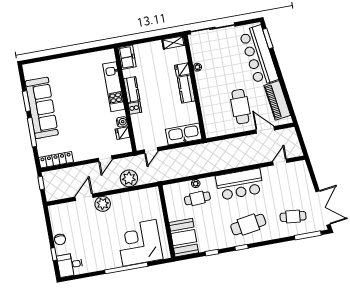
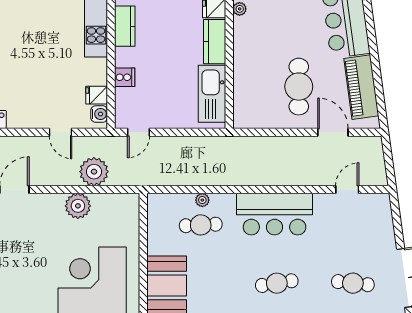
cooker: (135, 108) -> (125, 77), moved
water cooler: (122, 122) -> (99, 114), moved
kitchen sink: (184, 134) -> (212, 94), moved, turned -90
door: (105, 159) -> (61, 132), hinge flipped
plant: (103, 204) -> (78, 206), moved
cafe table: (248, 225) -> (277, 283), width x0.73, depth x0.74

